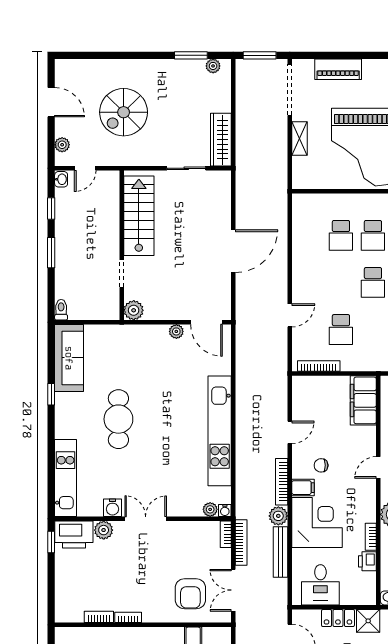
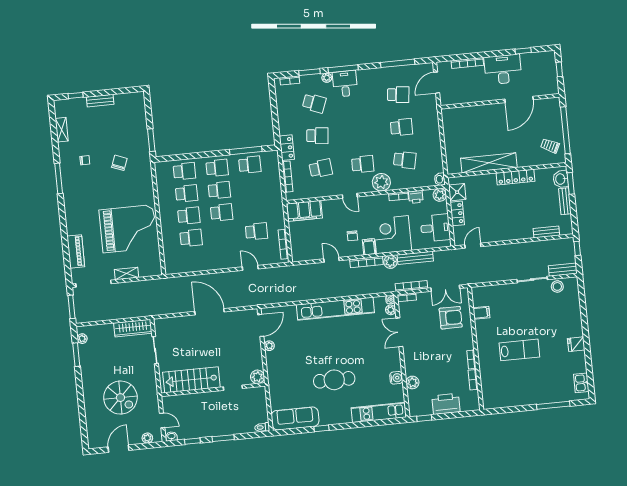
double door: (146, 519) -> (399, 332), moved
printer: (74, 534) -> (446, 404), moved, turned -90
plant: (367, 596) -> (440, 195), added

